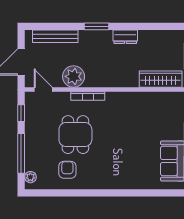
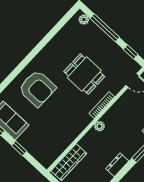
plant: (74, 76) -> (99, 126), moved, width x0.53, depth x0.53
armchair: (67, 170) -> (37, 88), moved, width x1.88, depth x1.88

